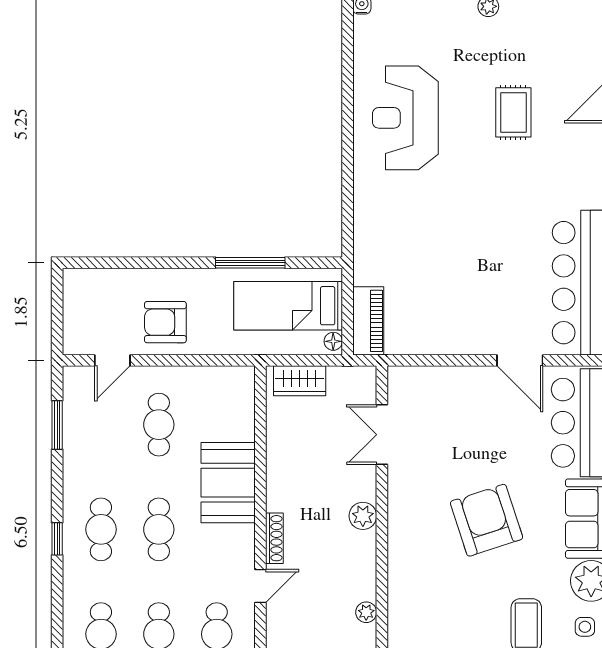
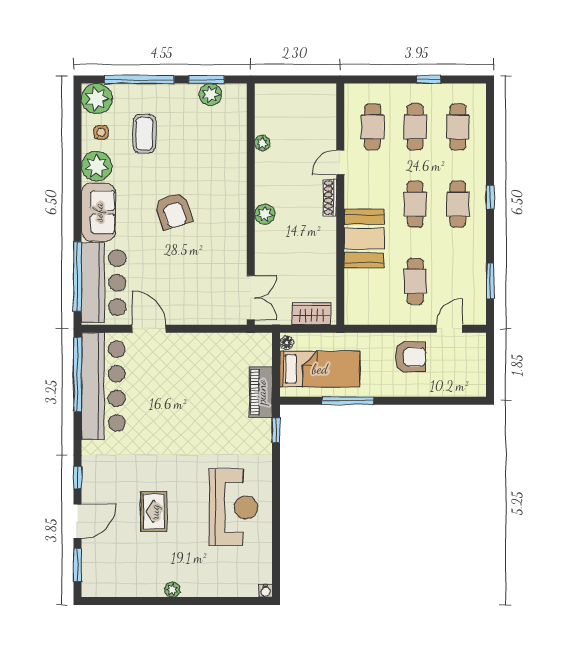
window: (348, 223) -> (276, 430), added
piano: (368, 321) -> (261, 392), moved
double door: (382, 435) -> (251, 298), moved
armchair: (487, 520) -> (174, 211), width x0.73, depth x0.73

